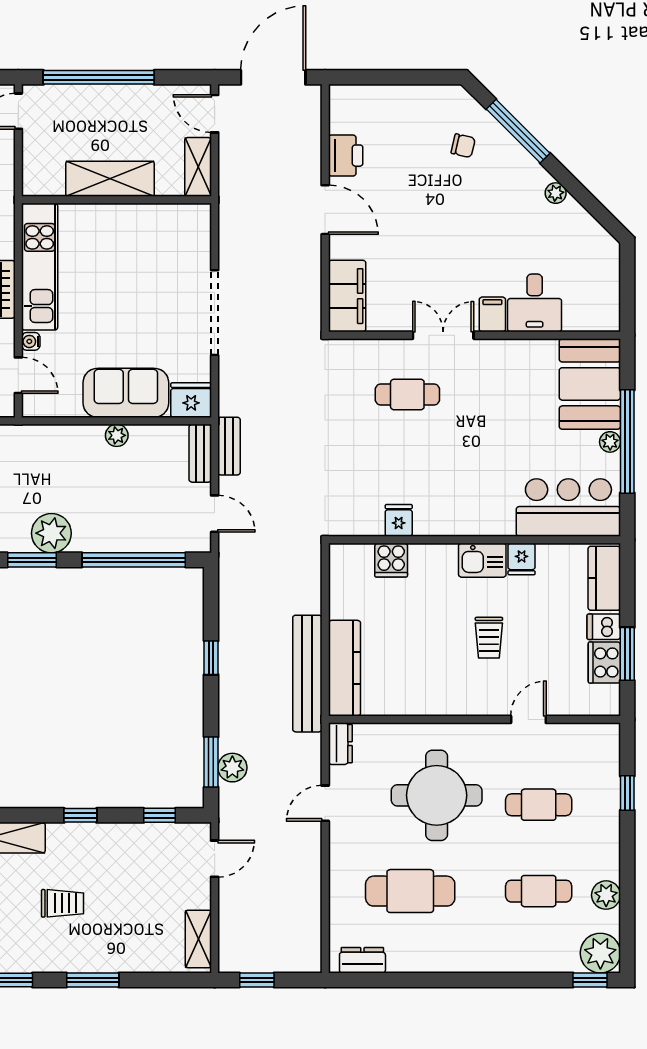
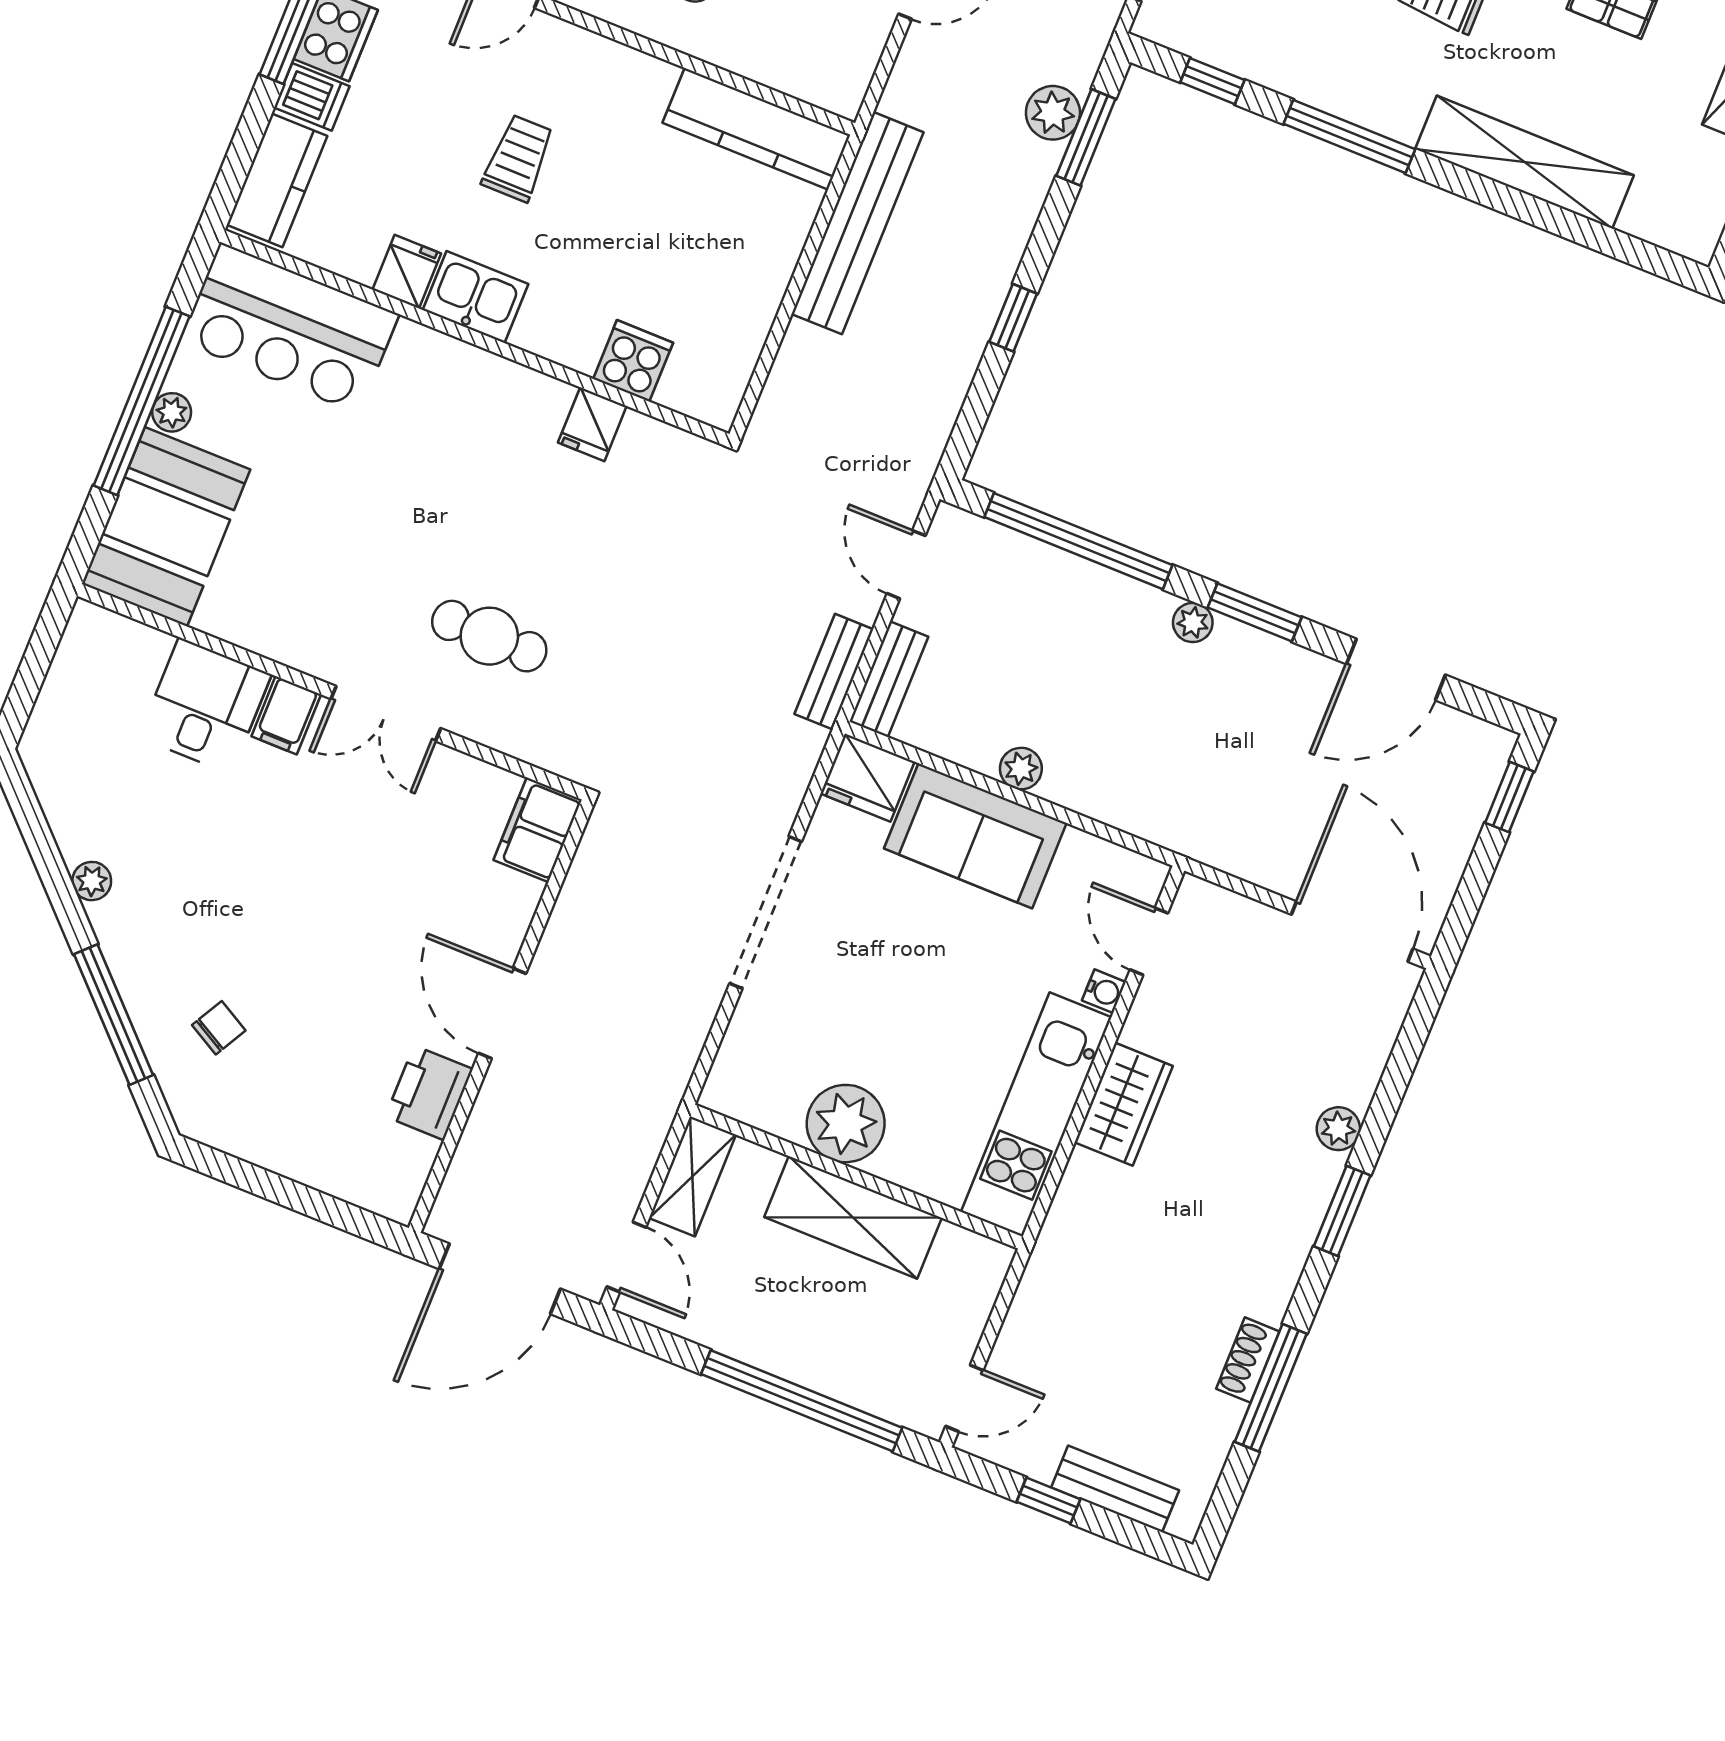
chair: (463, 146) -> (219, 1028), turned 106
plant: (133, 224) -> (846, 1124), added
filing cabinet: (347, 296) -> (538, 830), width x0.67, depth x0.86
plant: (51, 533) -> (1193, 623), width x0.53, depth x0.53
kitchen counter: (344, 668) -> (757, 129), moved, turned -90
dresser: (340, 744) -> (849, 79), removed
window: (80, 815) -> (1349, 136), width x2.17

